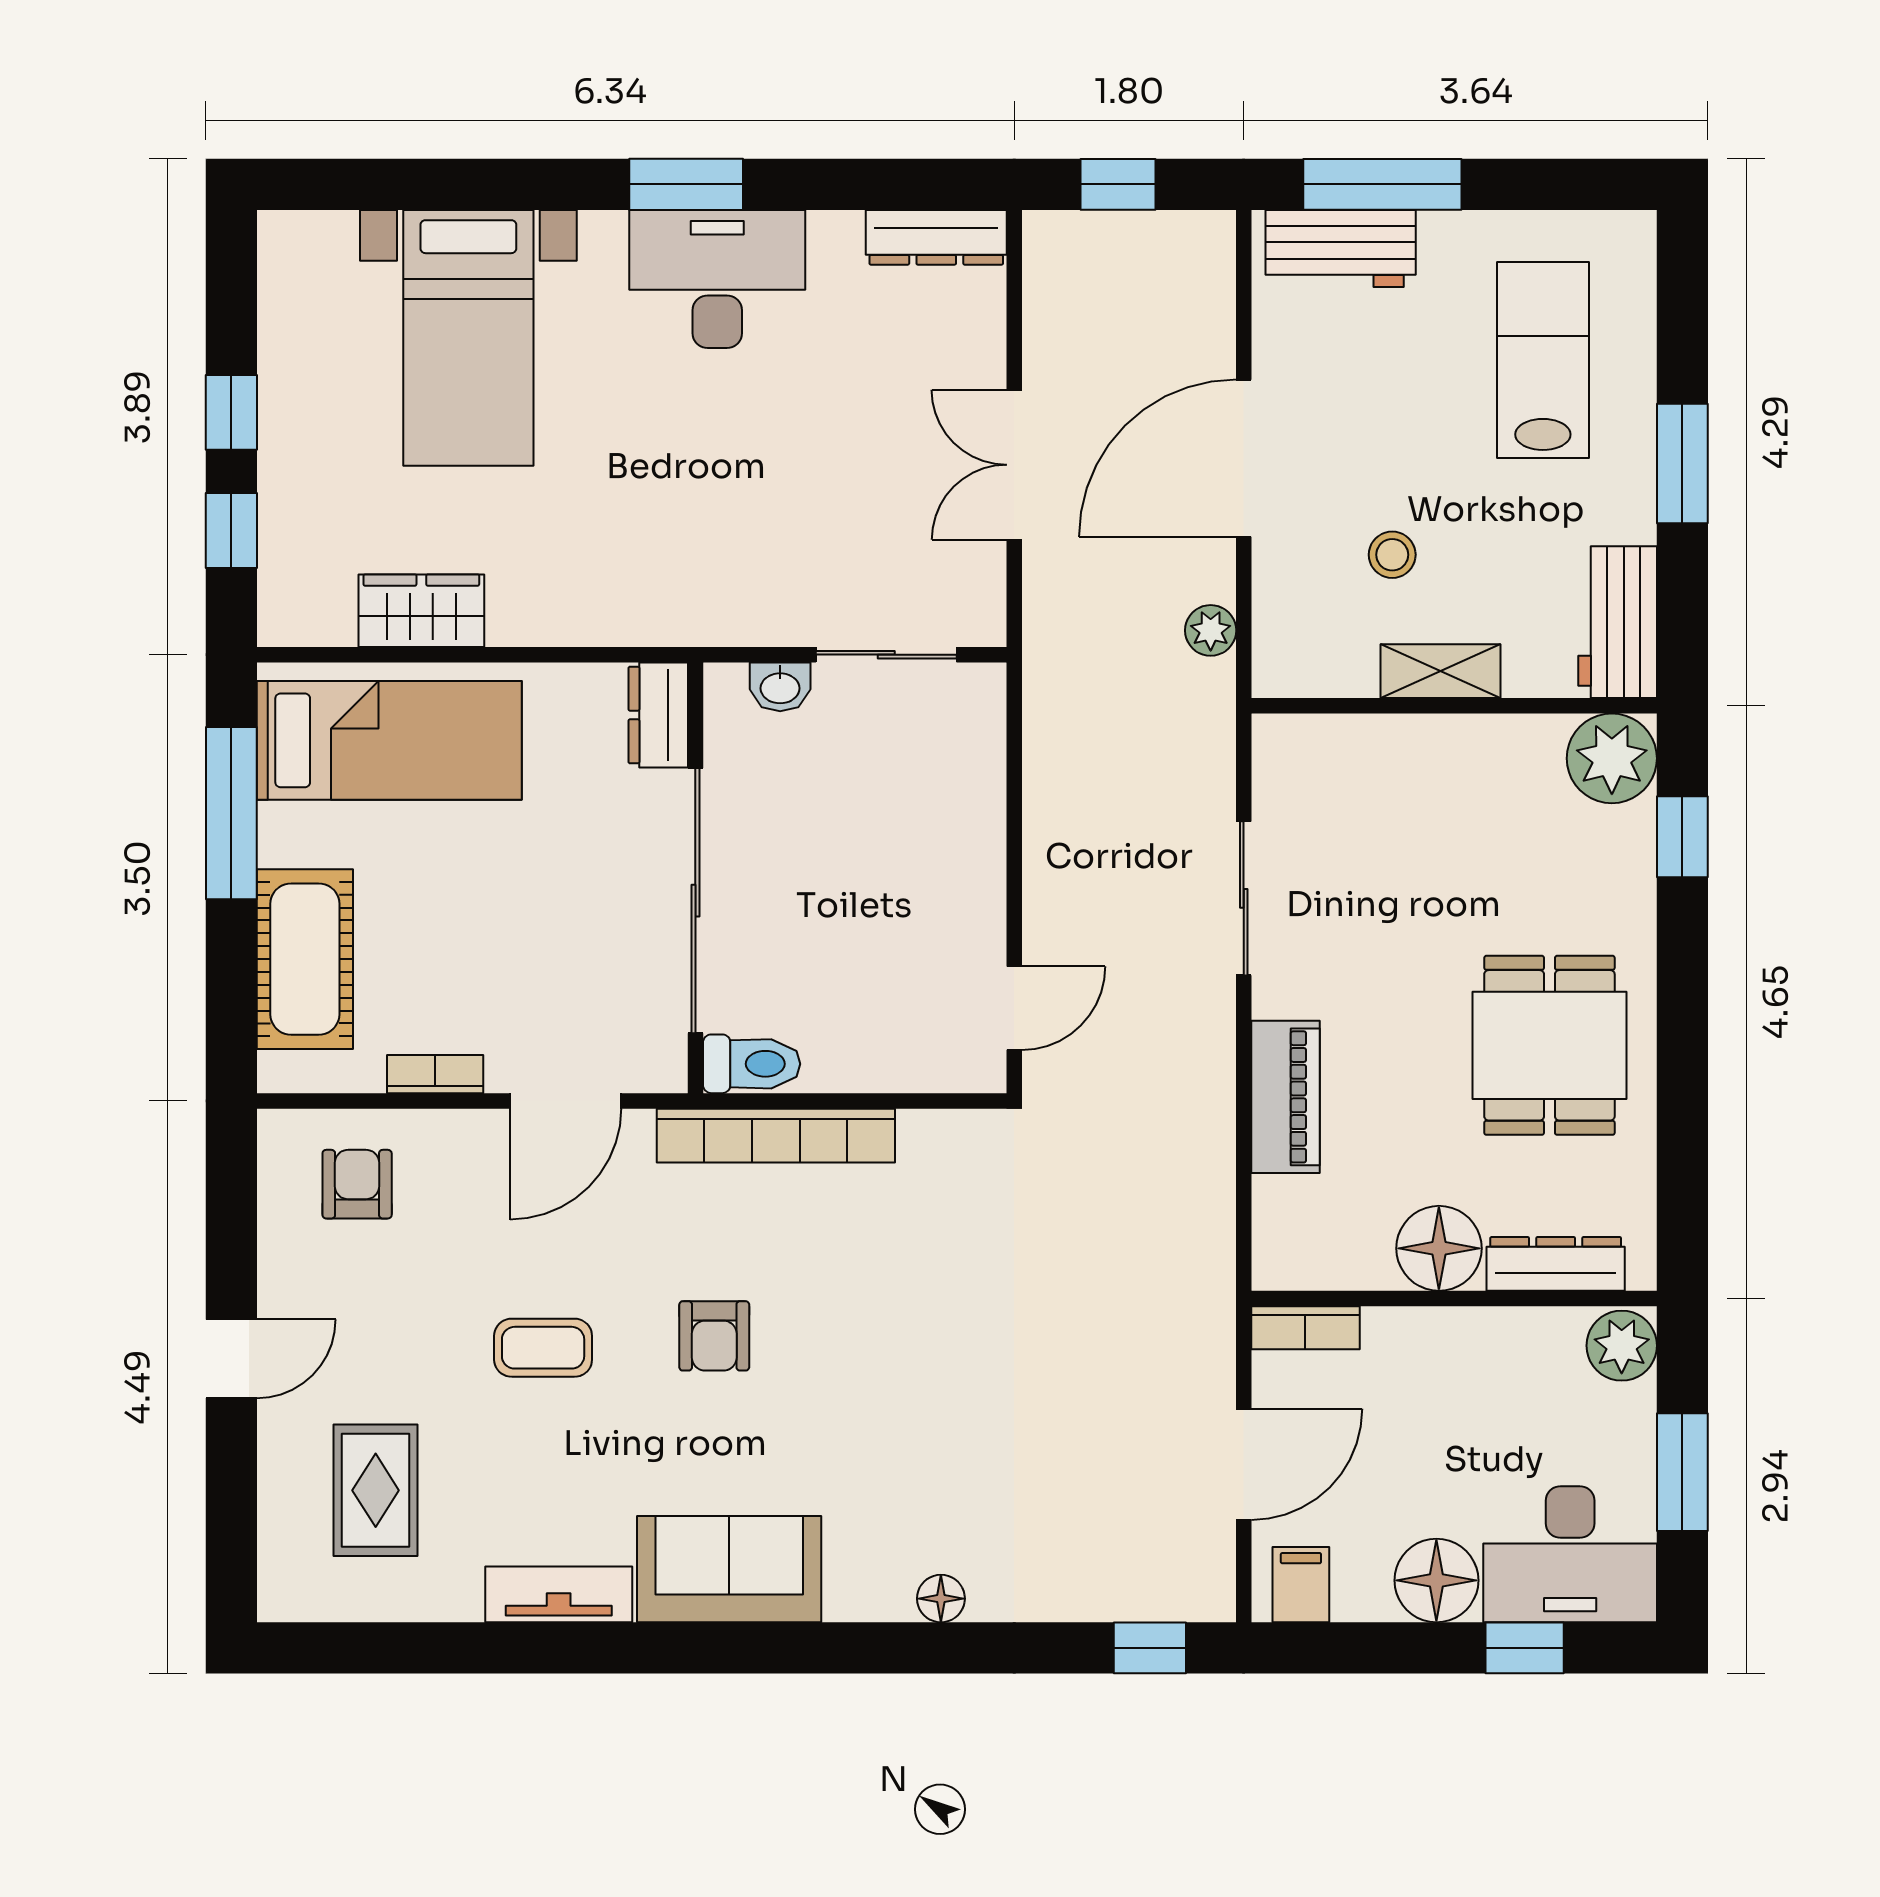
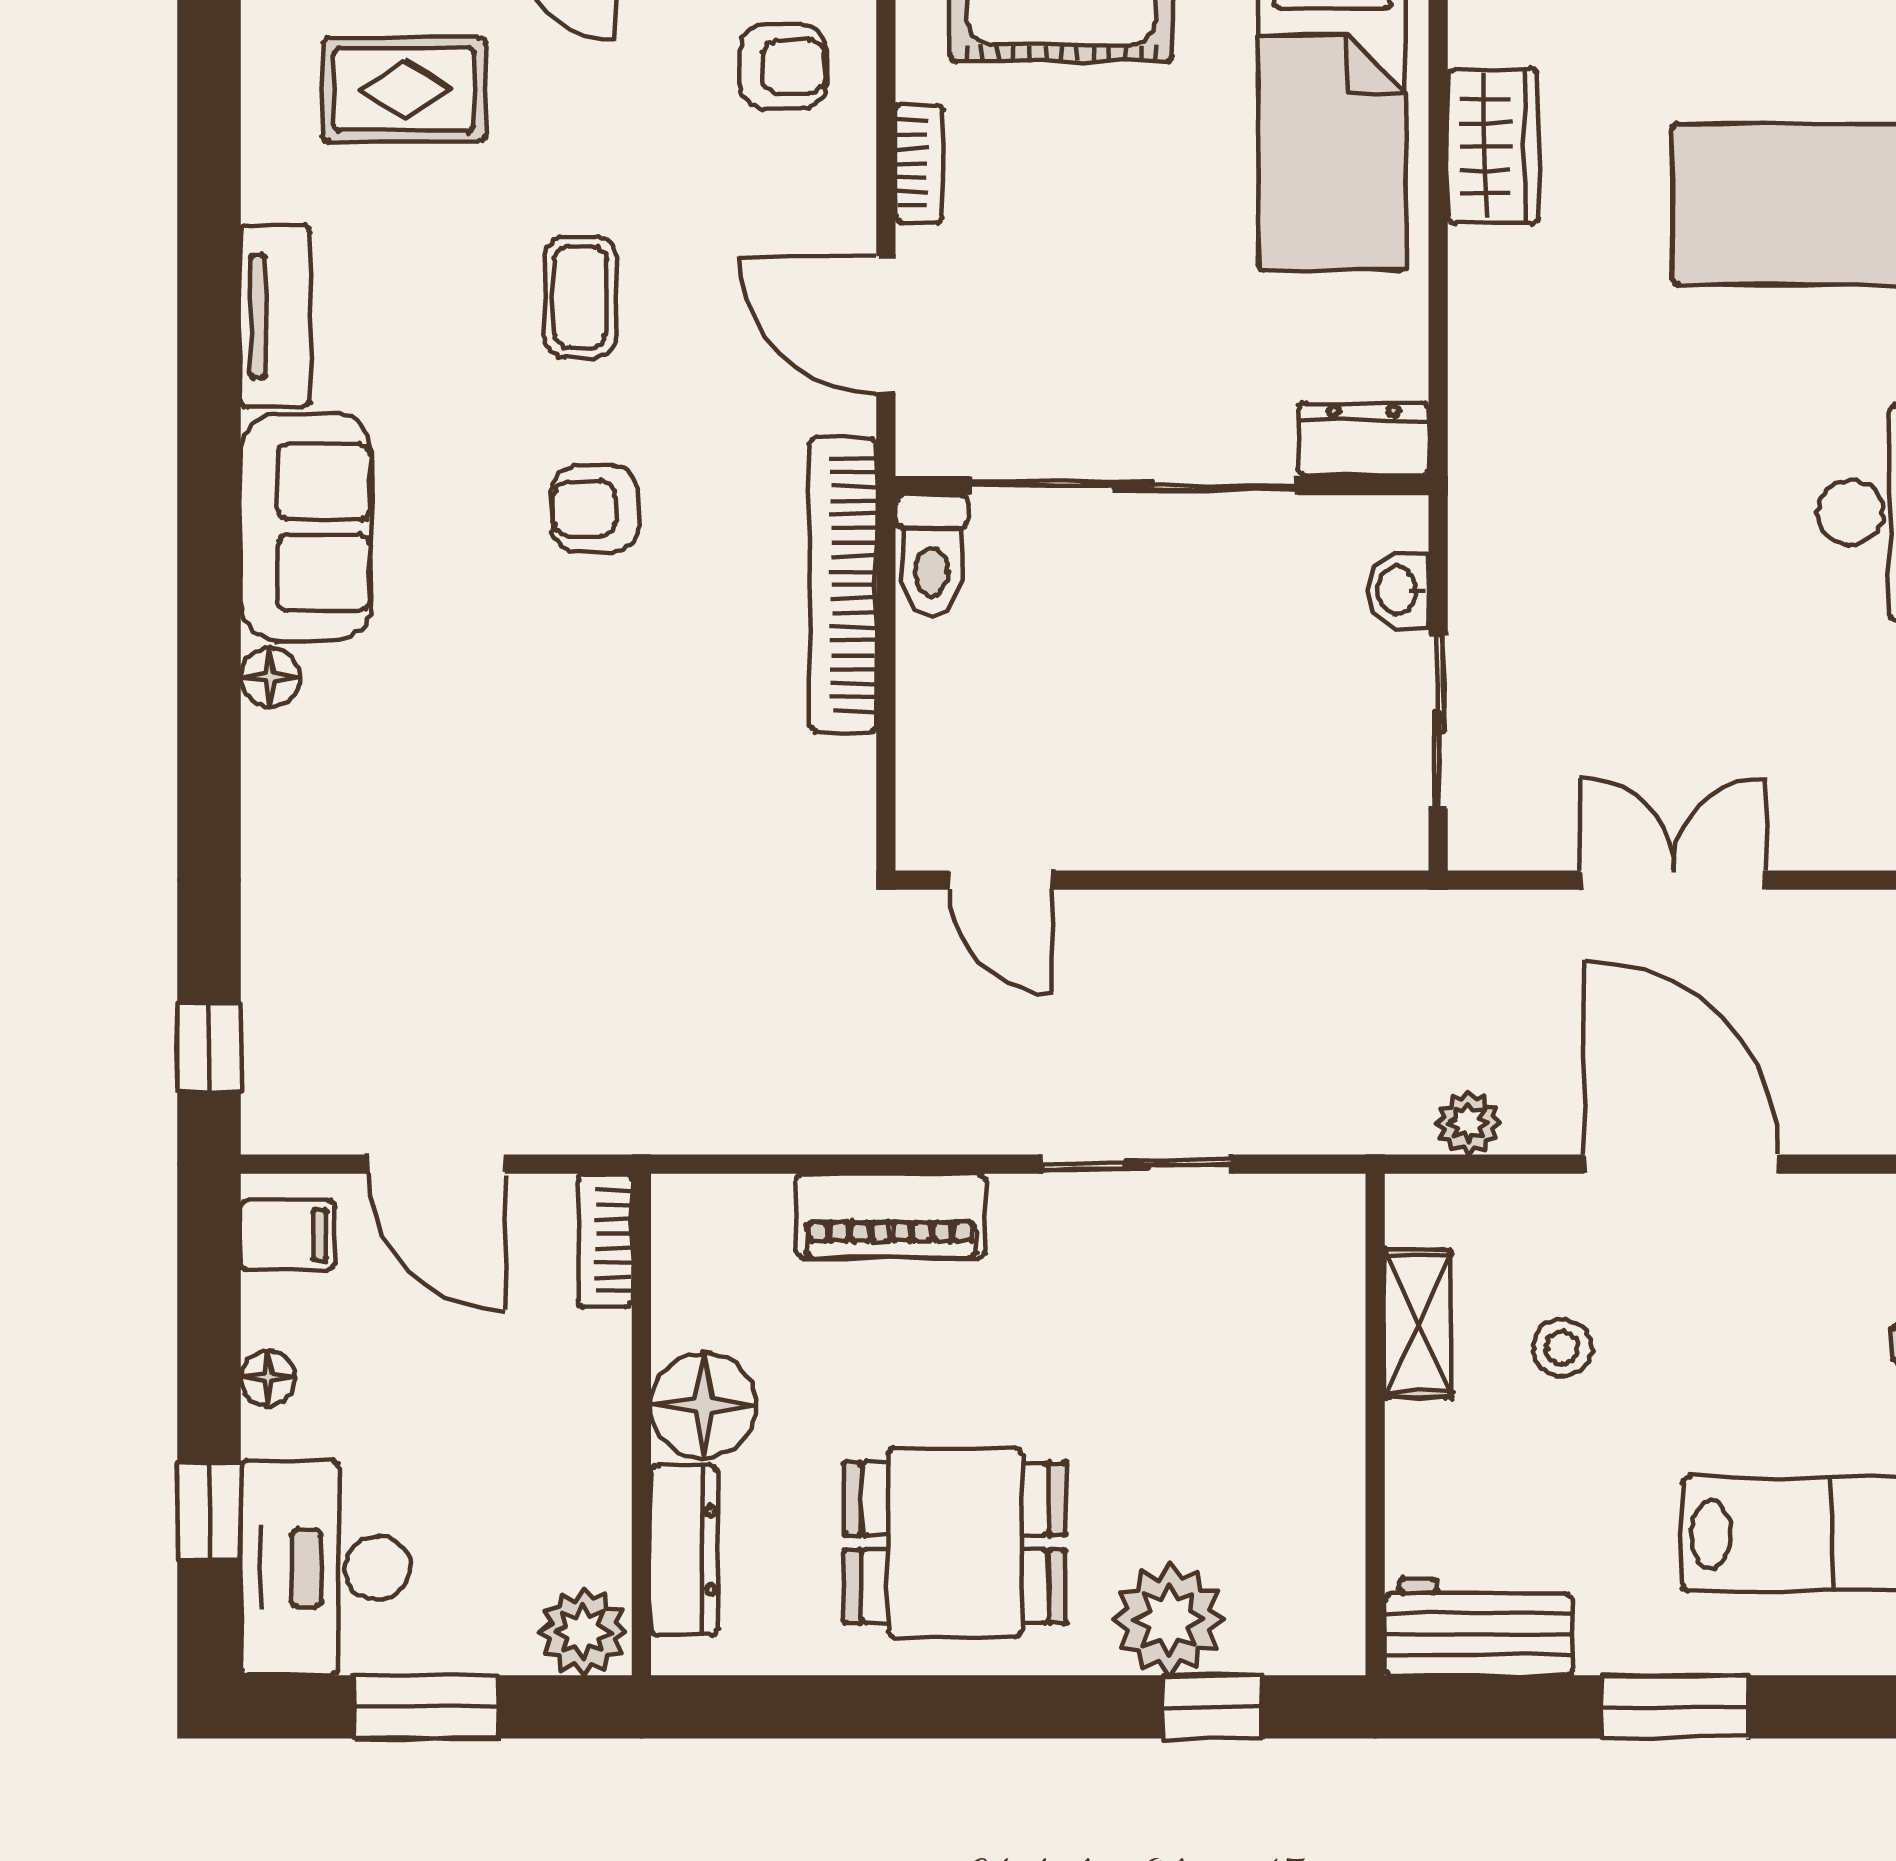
shelving: (1441, 671) -> (1418, 1324), moved
plant: (1612, 758) -> (1169, 1620), moved
floor lamp: (1436, 1580) -> (268, 1378), width x0.53, depth x0.53
floor lamp: (941, 1599) -> (270, 677), moved

